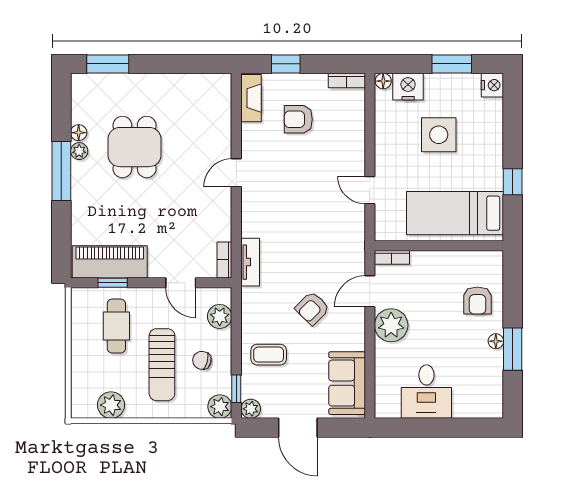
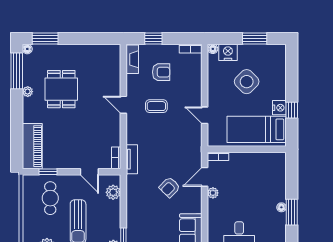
nightstand: (492, 85) -> (279, 108), moved
armchair: (298, 119) -> (161, 72), turned 180
floor lamp: (79, 133) -> (27, 49), moved
side table: (439, 135) -> (247, 82), turned 45
window: (61, 171) -> (17, 71), moved
door: (236, 173) -> (123, 105), hinge flipped
piano: (110, 262) -> (32, 146), moved, turned 90
armchair: (477, 300) -> (270, 183), removed
plant: (391, 325) -> (213, 193), width x0.53, depth x0.53
coffee table: (269, 355) -> (156, 106), moved
chair: (202, 360) -> (102, 219), removed

